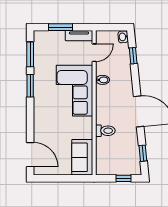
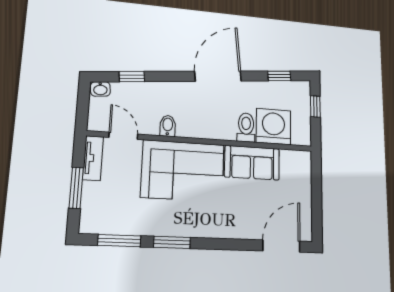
washing machine: (107, 149) -> (273, 127), added
sofa: (82, 157) -> (252, 163), moved

